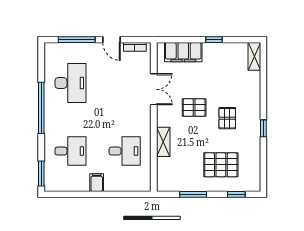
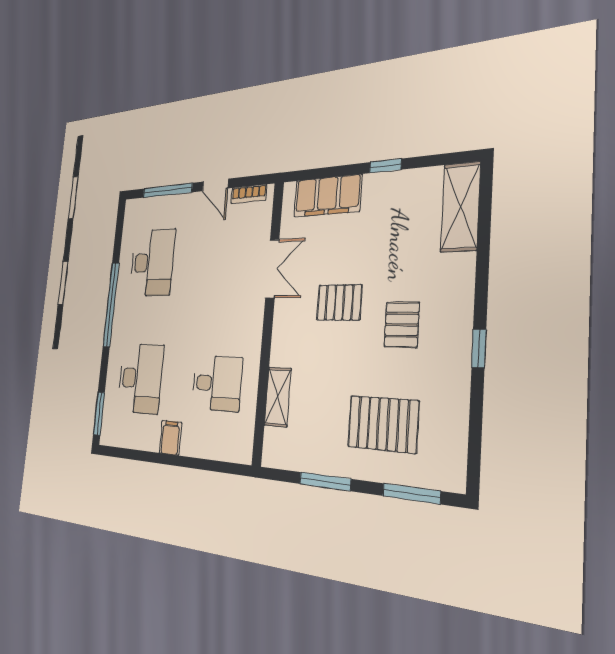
shelving: (254, 56) -> (460, 207), width x1.50, depth x1.33
shelving: (163, 142) -> (278, 397), moved
desk: (70, 151) -> (140, 378), width x1.37
window: (236, 194) -> (411, 494), width x1.50

